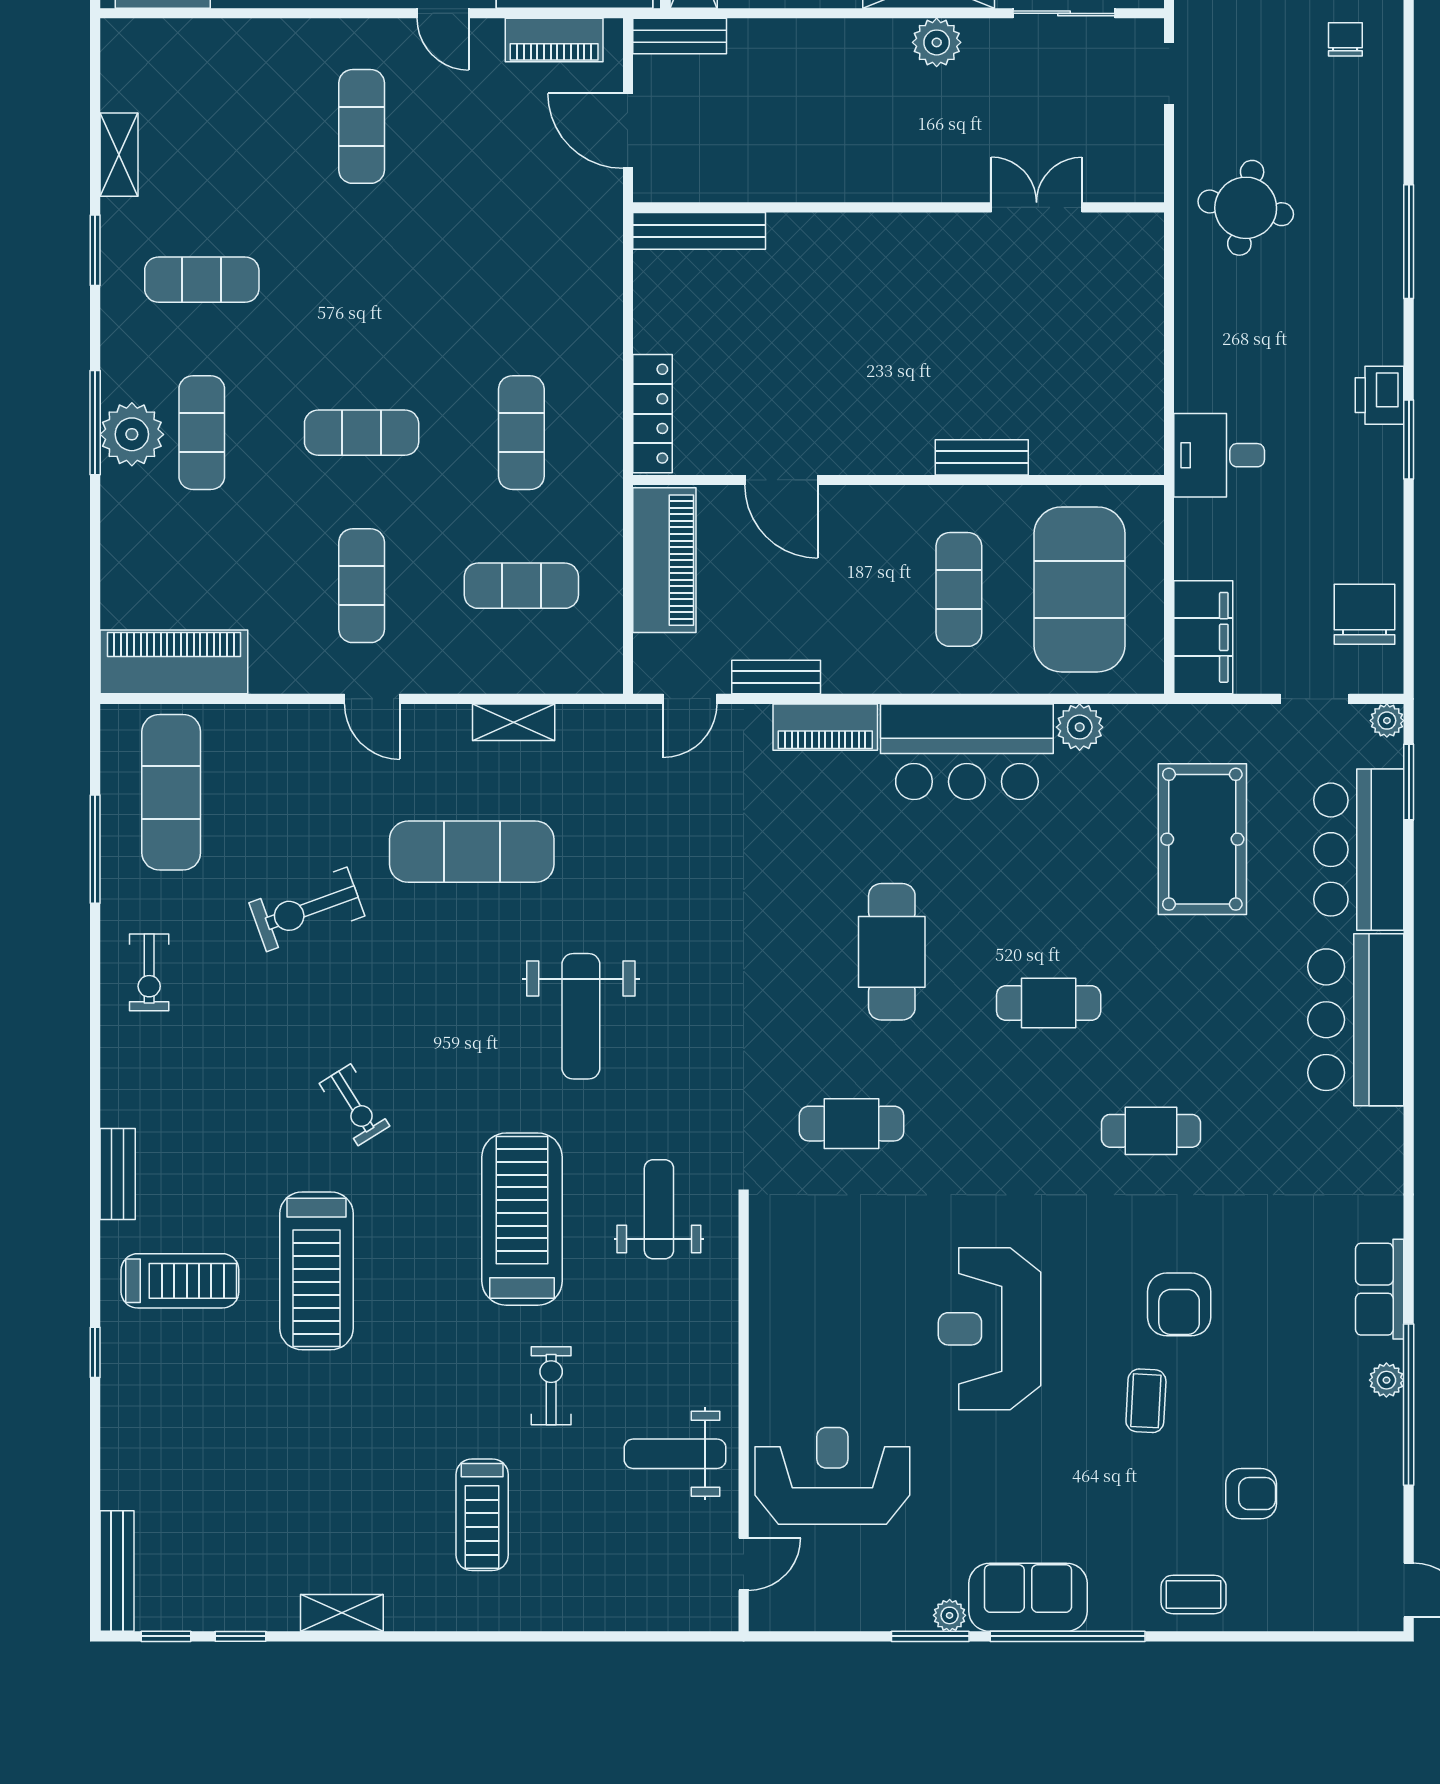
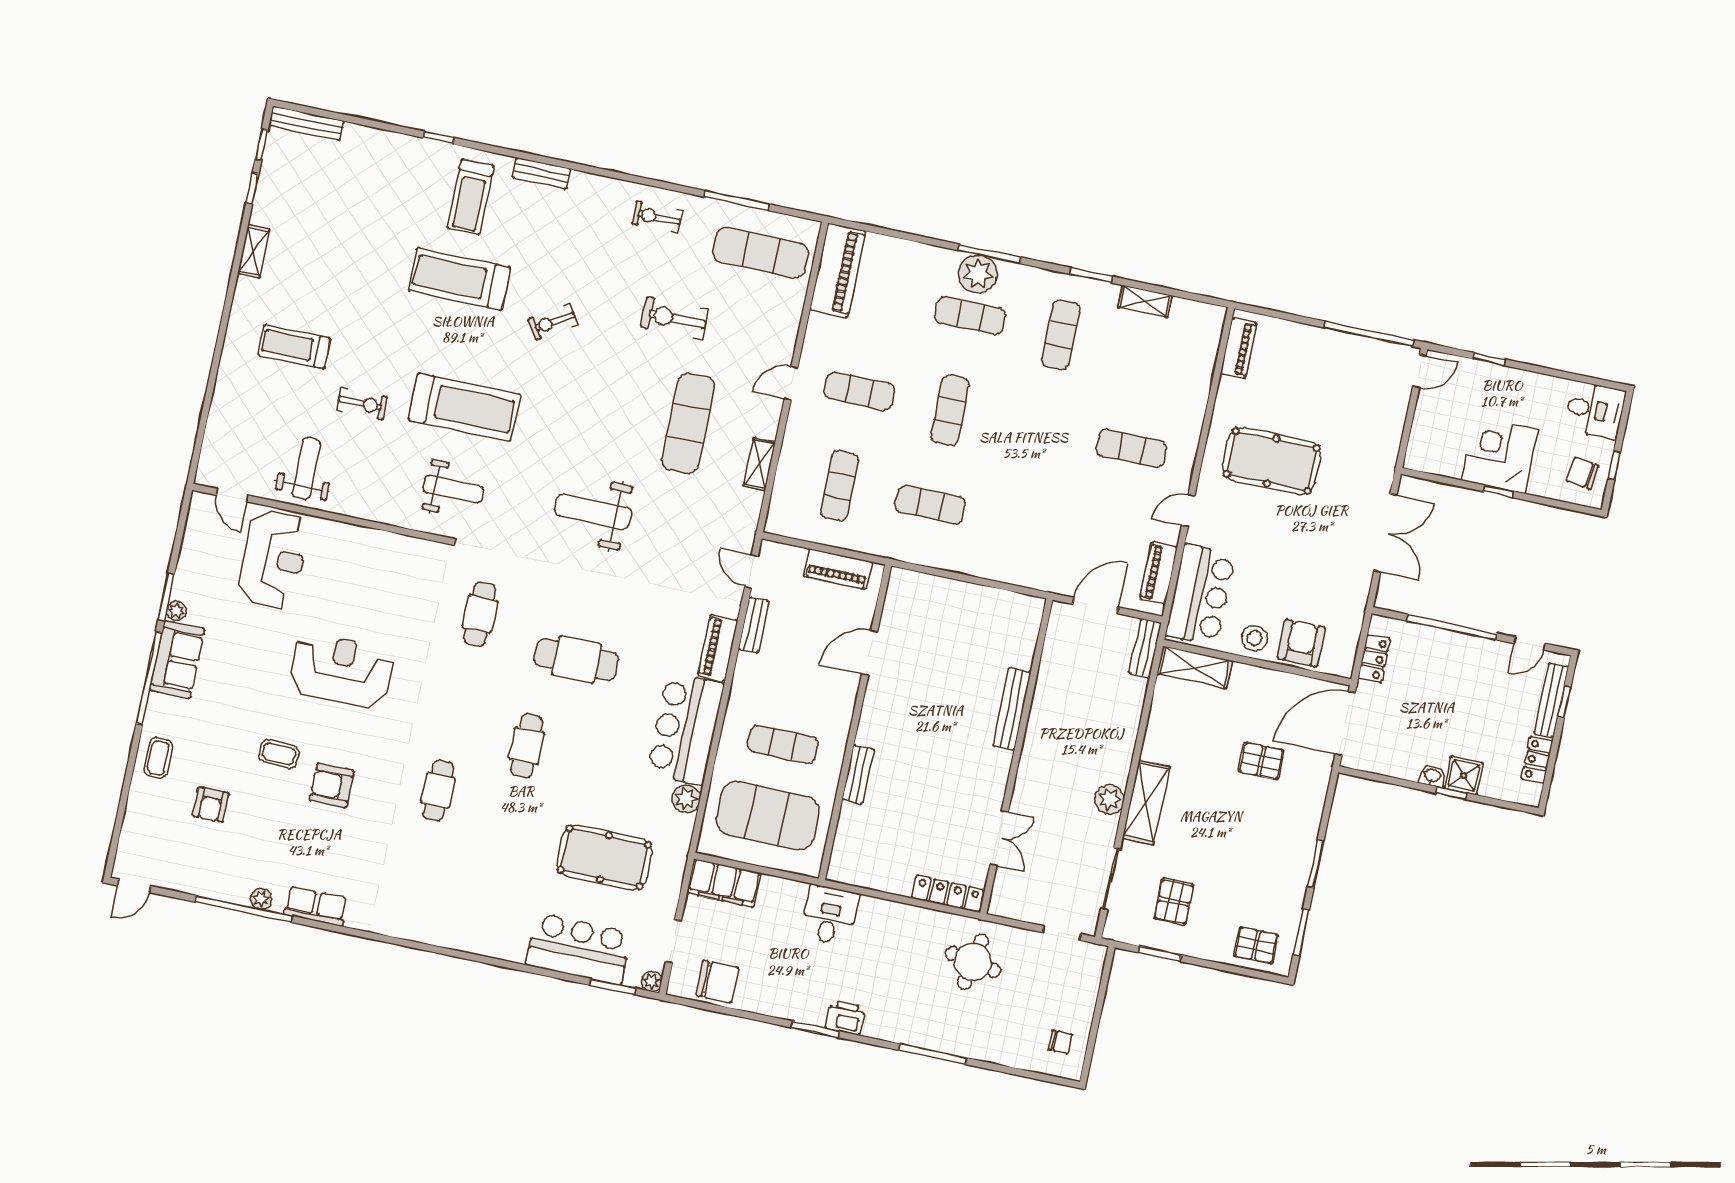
bench: (699, 231) -> (1012, 709), moved
locker: (653, 414) -> (948, 894), moved, turned 180
piano: (664, 560) -> (838, 569), width x0.73, depth x0.75
exercise bike: (307, 909) -> (675, 318), turned -70
weight bench: (581, 1016) -> (593, 512), moved
bar counter: (1356, 1020) -> (478, 926), removed

